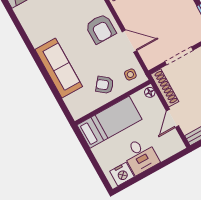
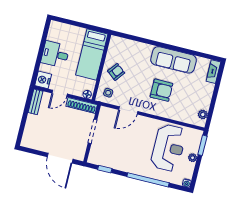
armchair: (101, 29) -> (161, 90), moved, turned 180
sofa: (59, 68) -> (174, 60), moved
door: (172, 118) -> (60, 93), swing flipped
nightstand: (122, 174) -> (43, 80), moved

